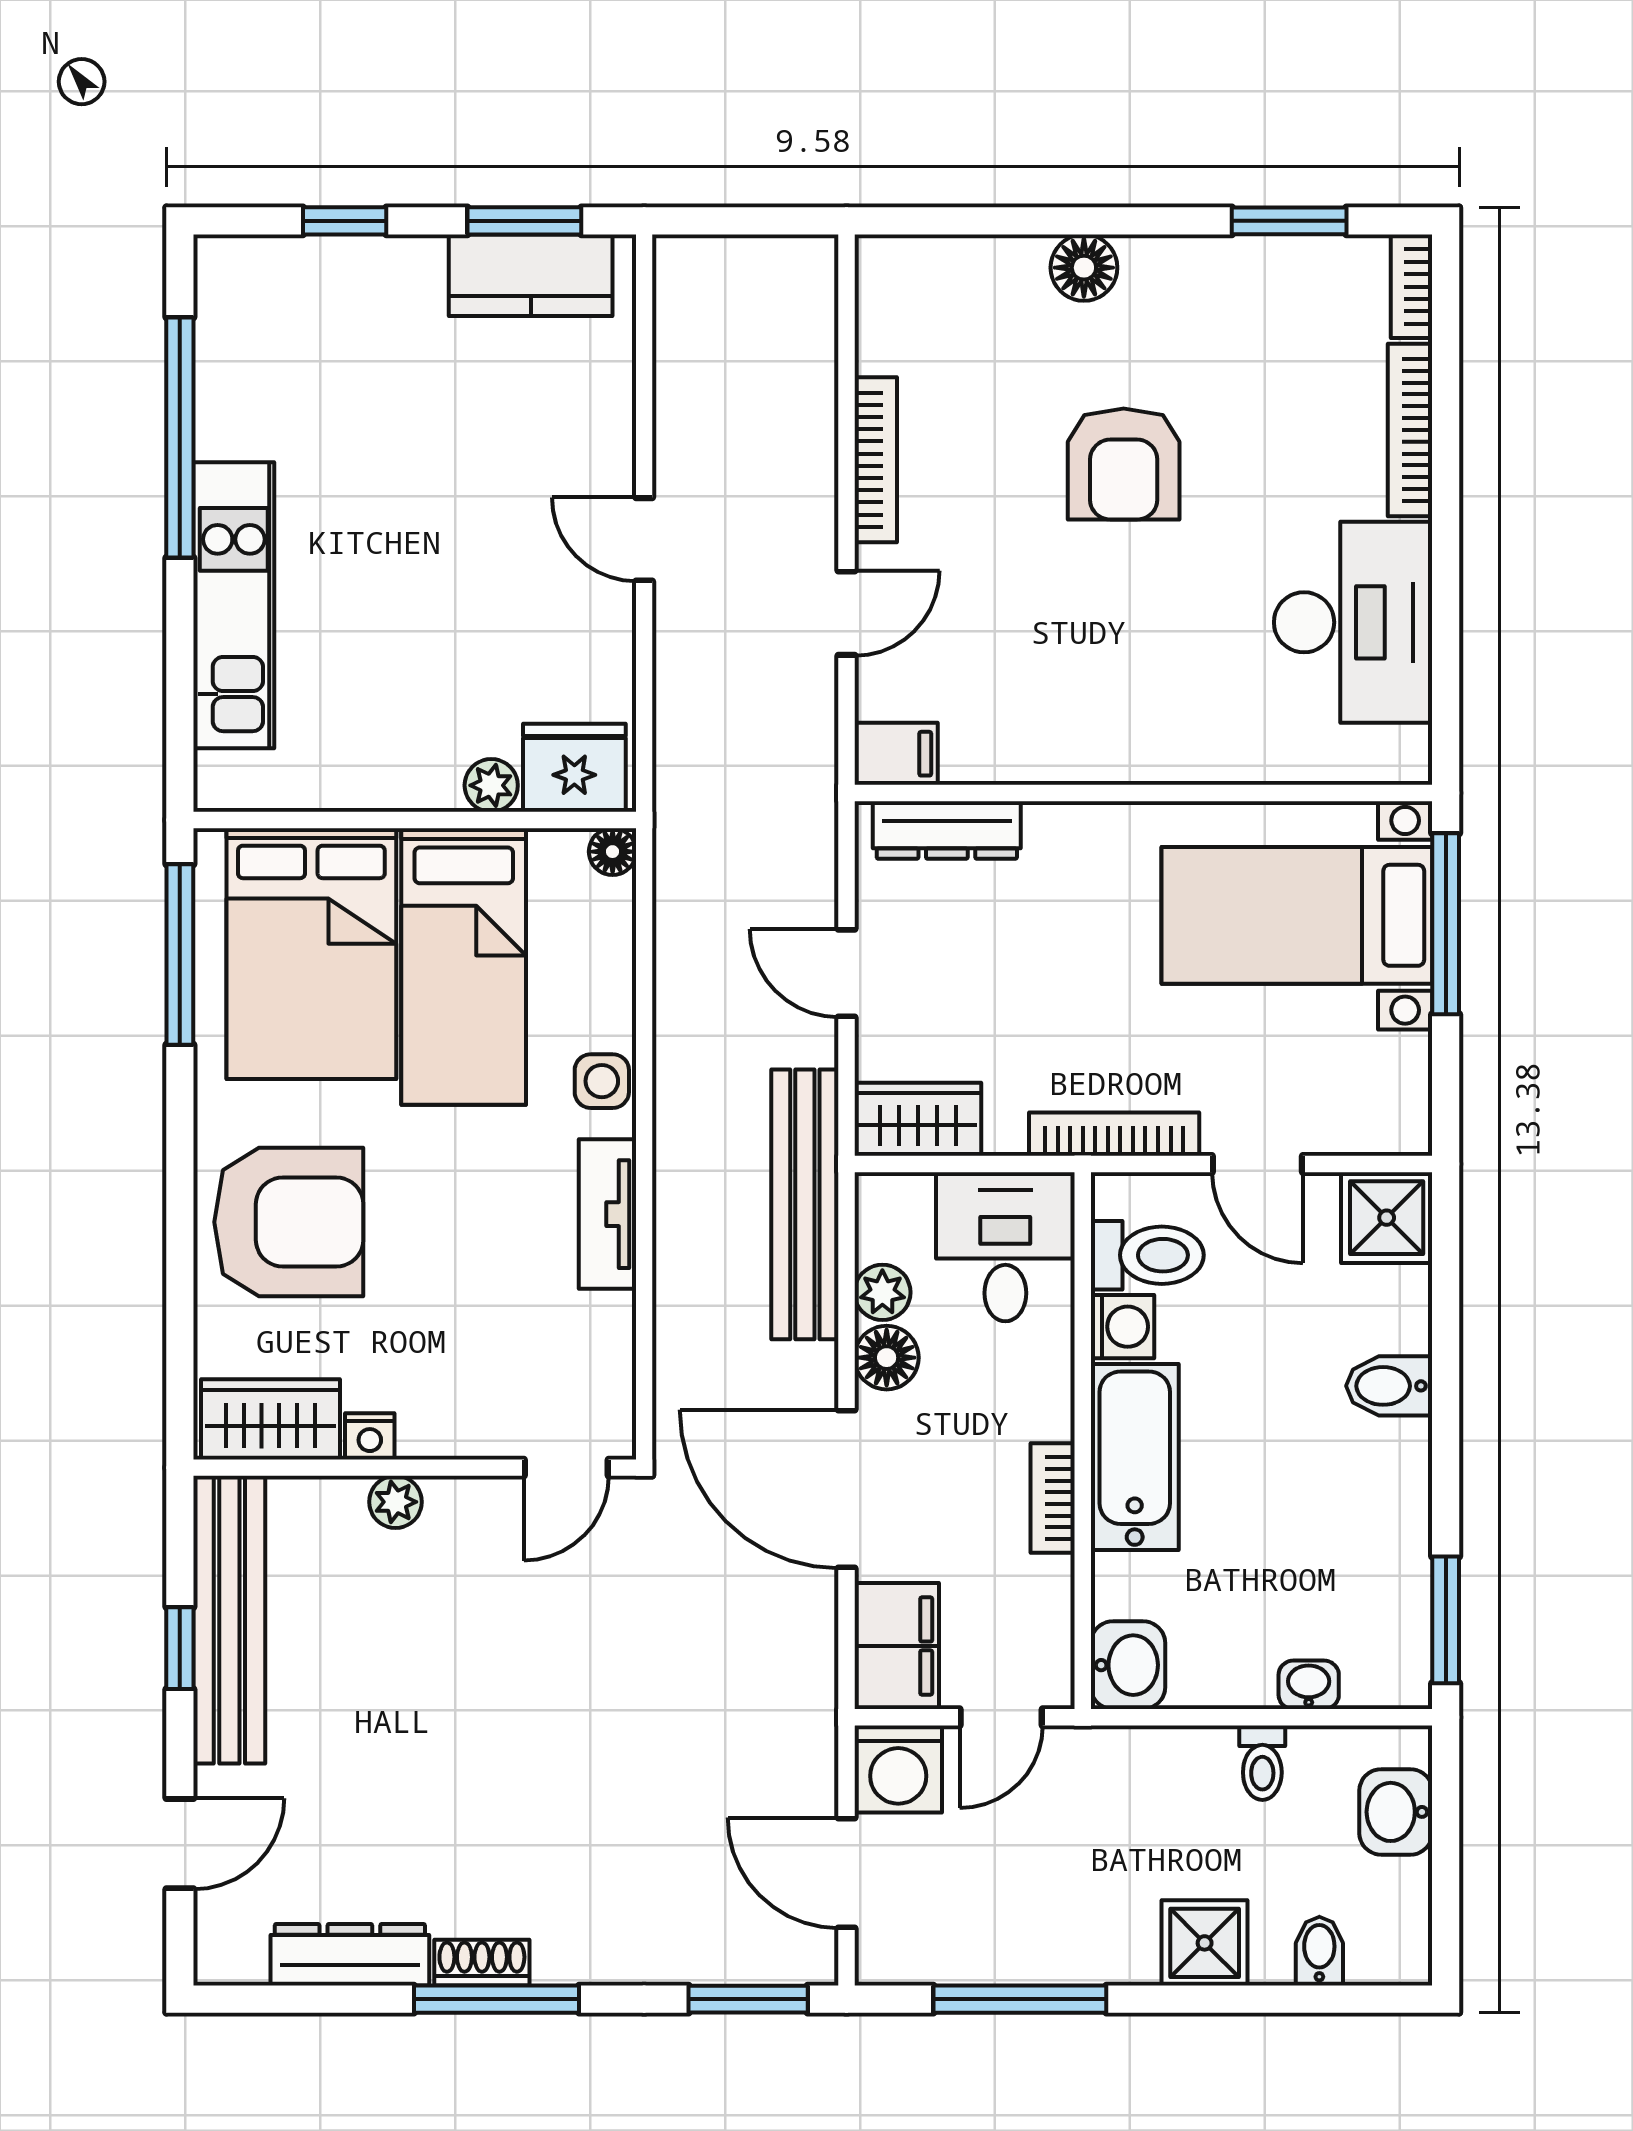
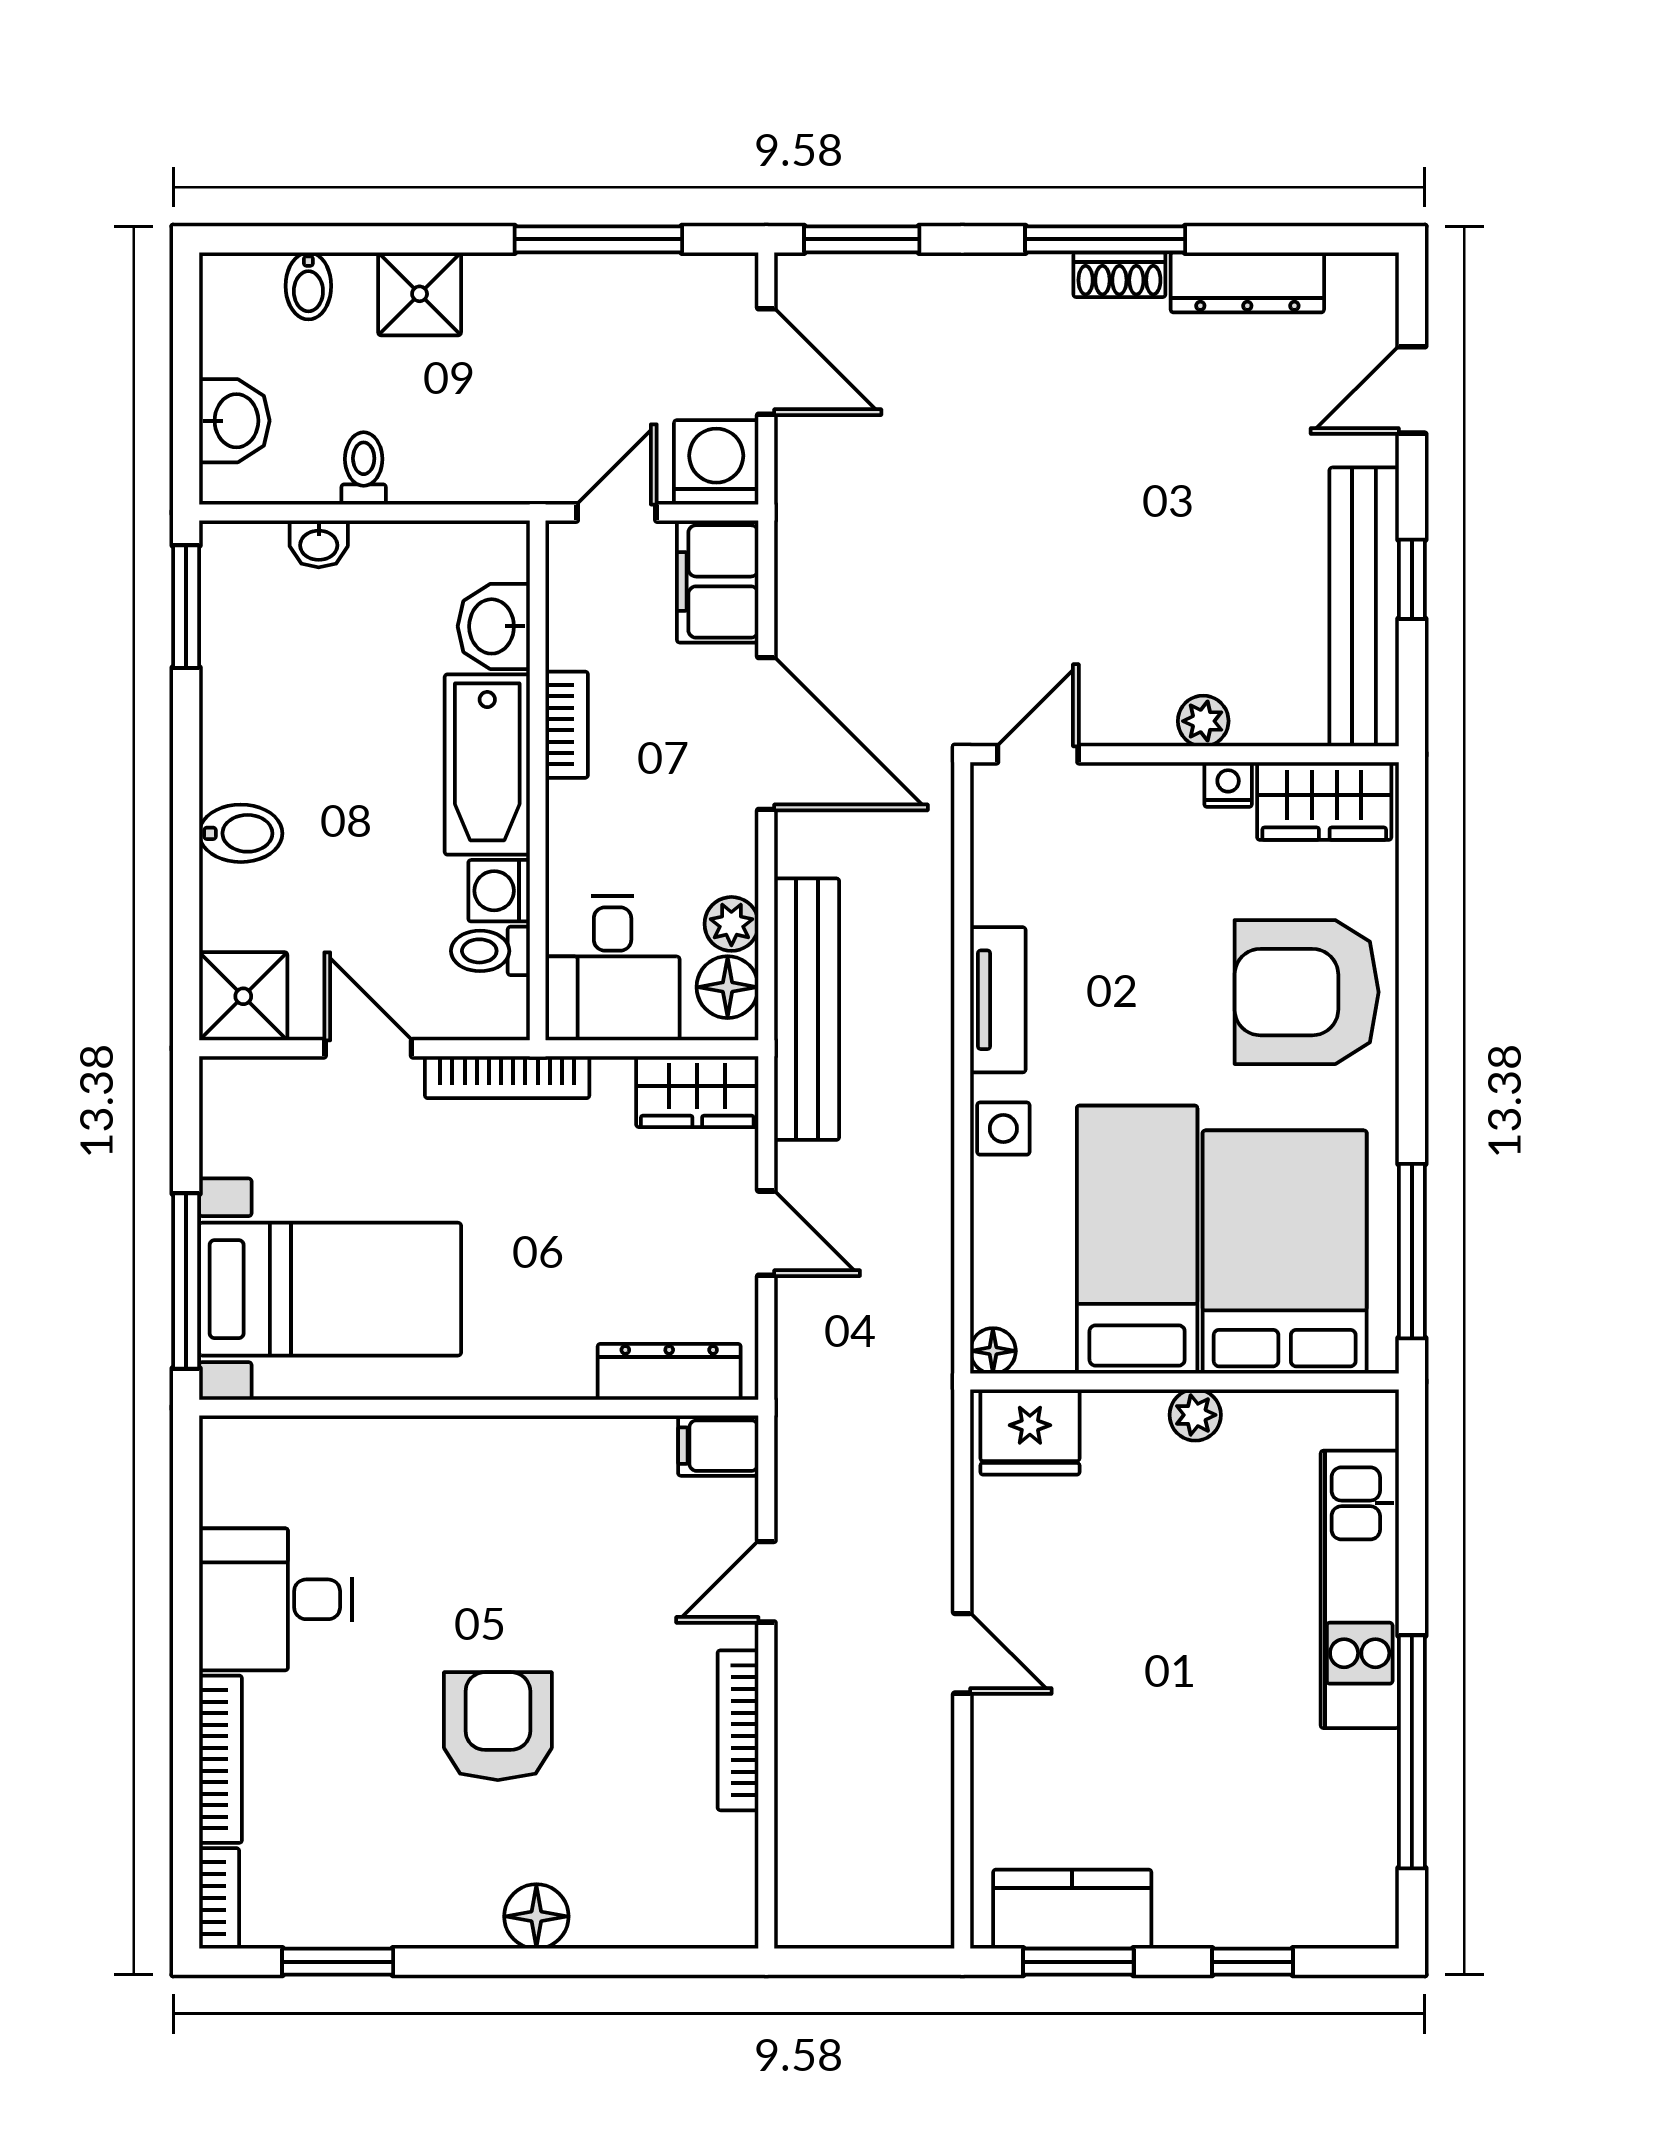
desk: (1353, 622) -> (276, 1599), width x0.73
plant: (491, 785) -> (1195, 1415), moved
toilet: (1147, 1255) -> (490, 951), width x0.73, depth x0.72
floor lamp: (887, 1358) -> (728, 987), moved
washbasin: (1128, 1665) -> (494, 626), moved

